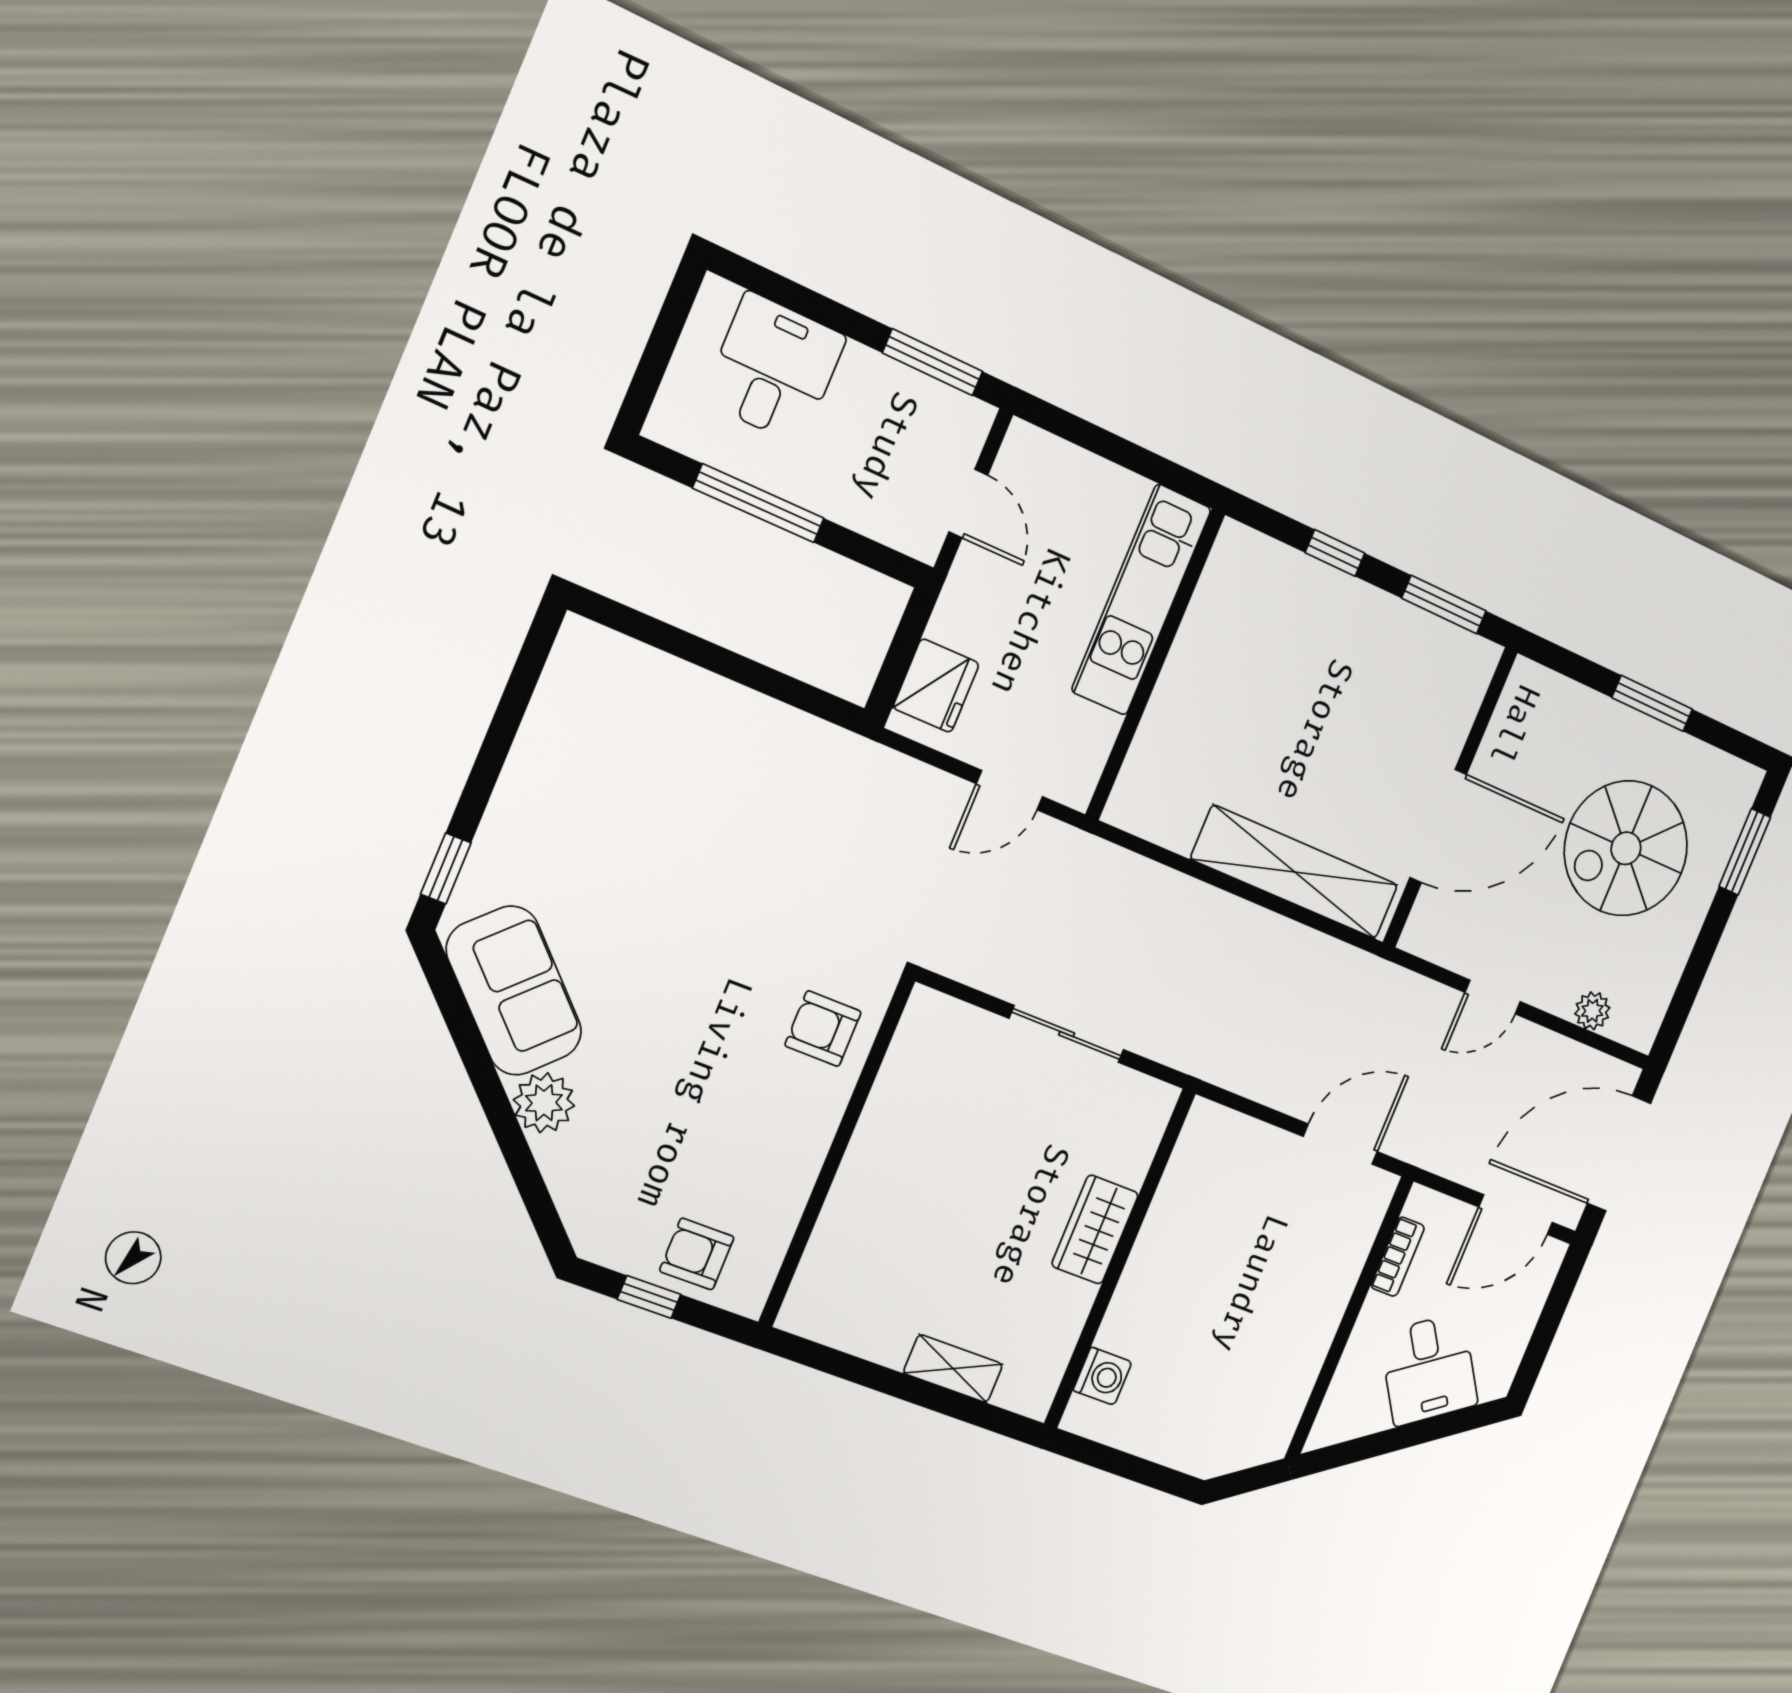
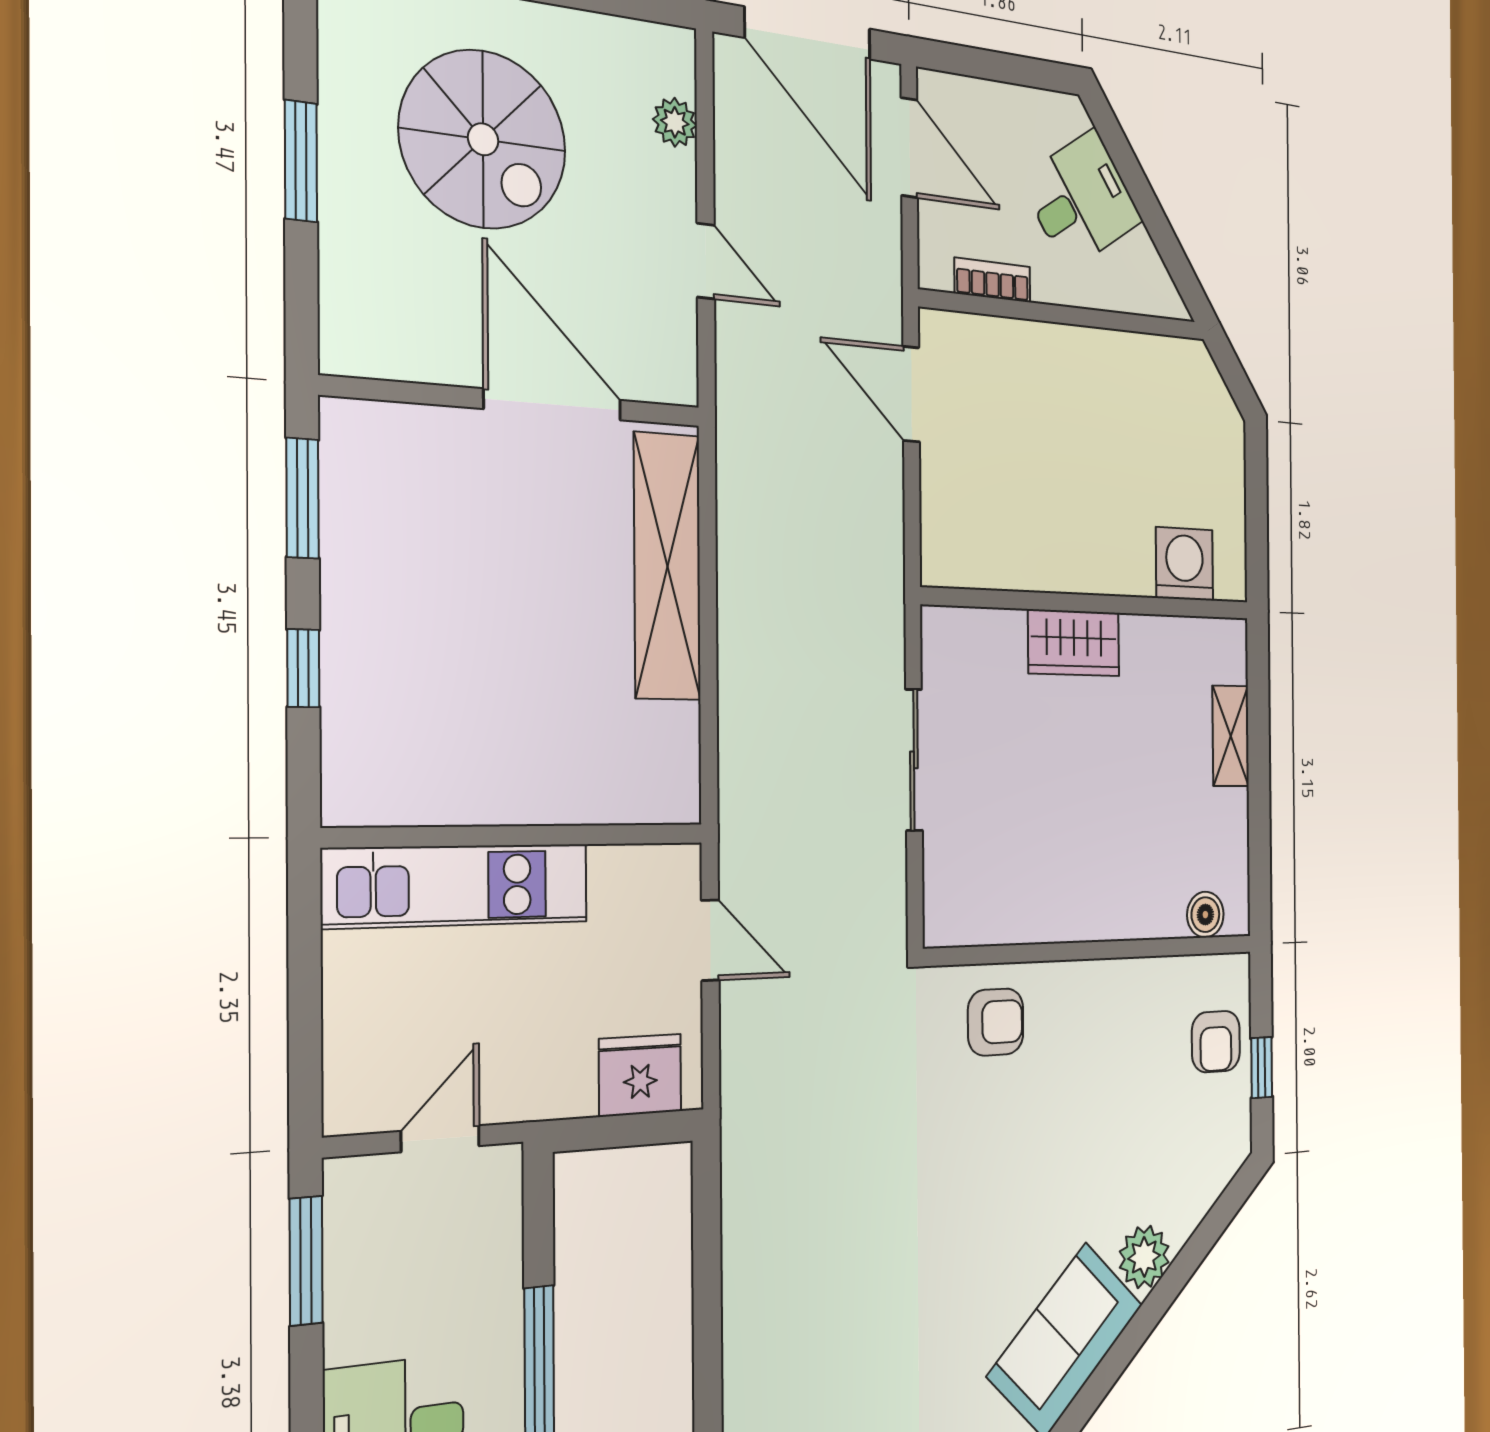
armchair: (823, 1029) -> (996, 1022), turned -90
boiler: (813, 1284) -> (1205, 915), added
washing machine: (1103, 1376) -> (1185, 564), width x1.38, depth x1.38

